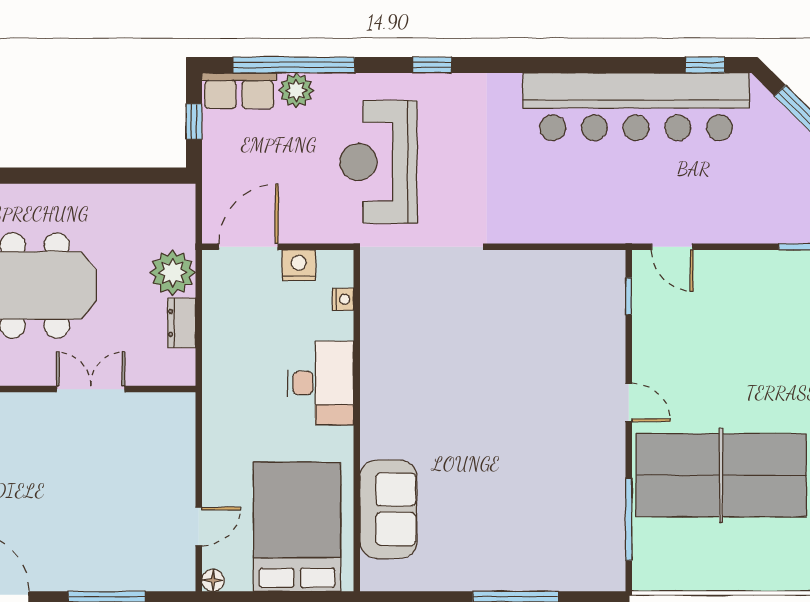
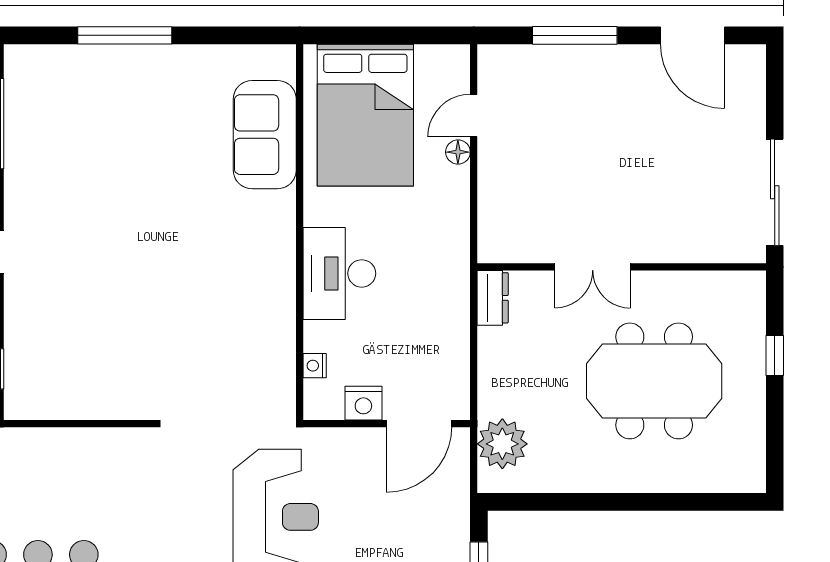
plant: (173, 273) -> (502, 444), moved
dresser: (181, 323) -> (493, 298), moved
floor lamp: (213, 580) -> (458, 152), moved

